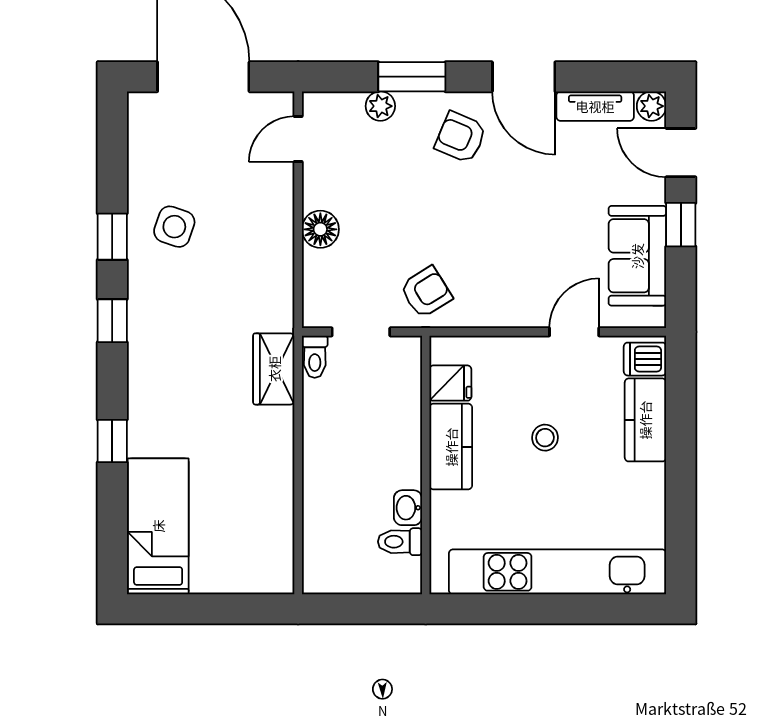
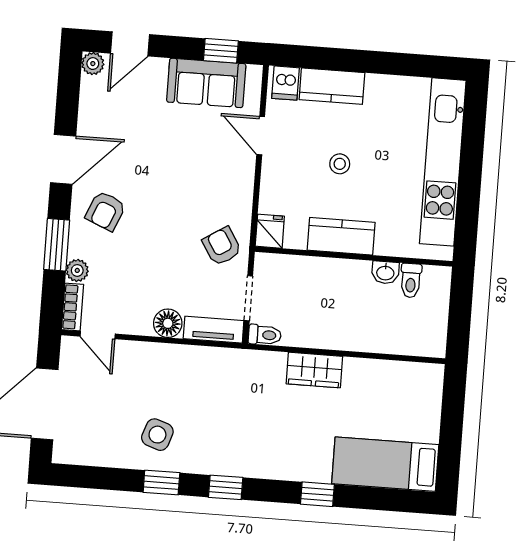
bookcase: (332, 104) -> (73, 307), added
tv unit: (595, 106) -> (214, 330), moved, turned -90
window: (681, 225) -> (221, 51), moved
wardrobe: (274, 369) -> (314, 370), moved
fridge: (450, 383) -> (270, 231), moved

